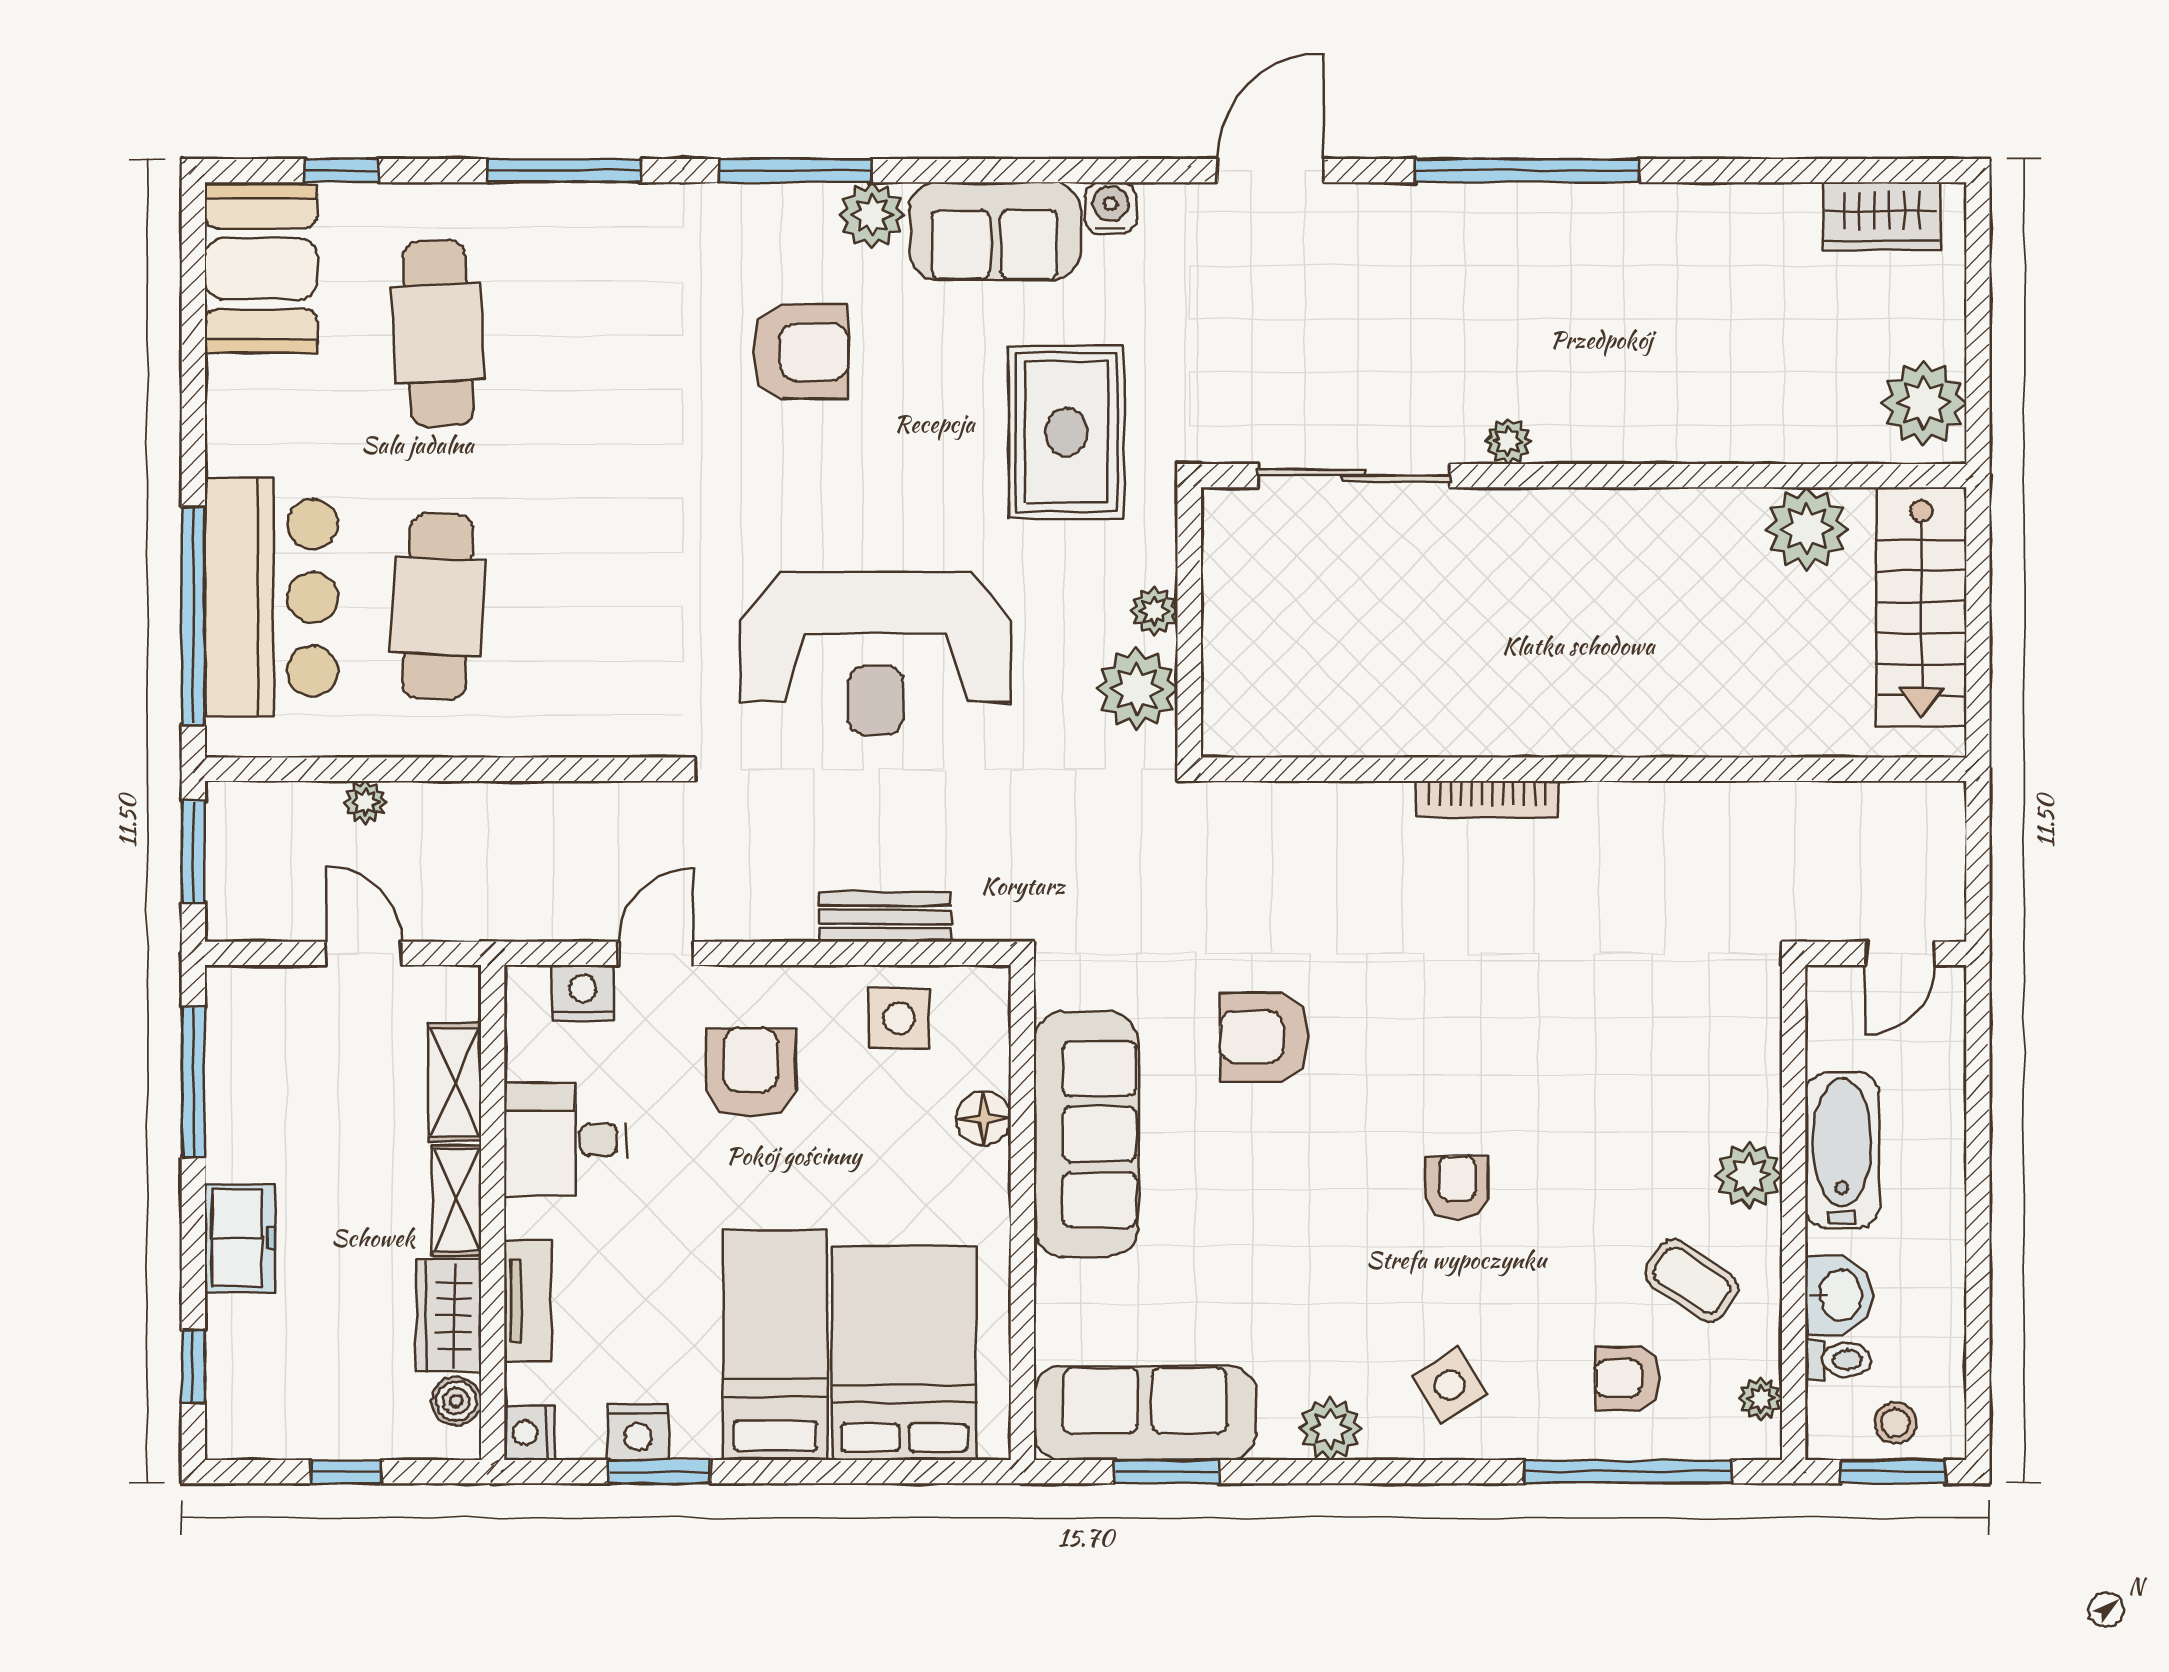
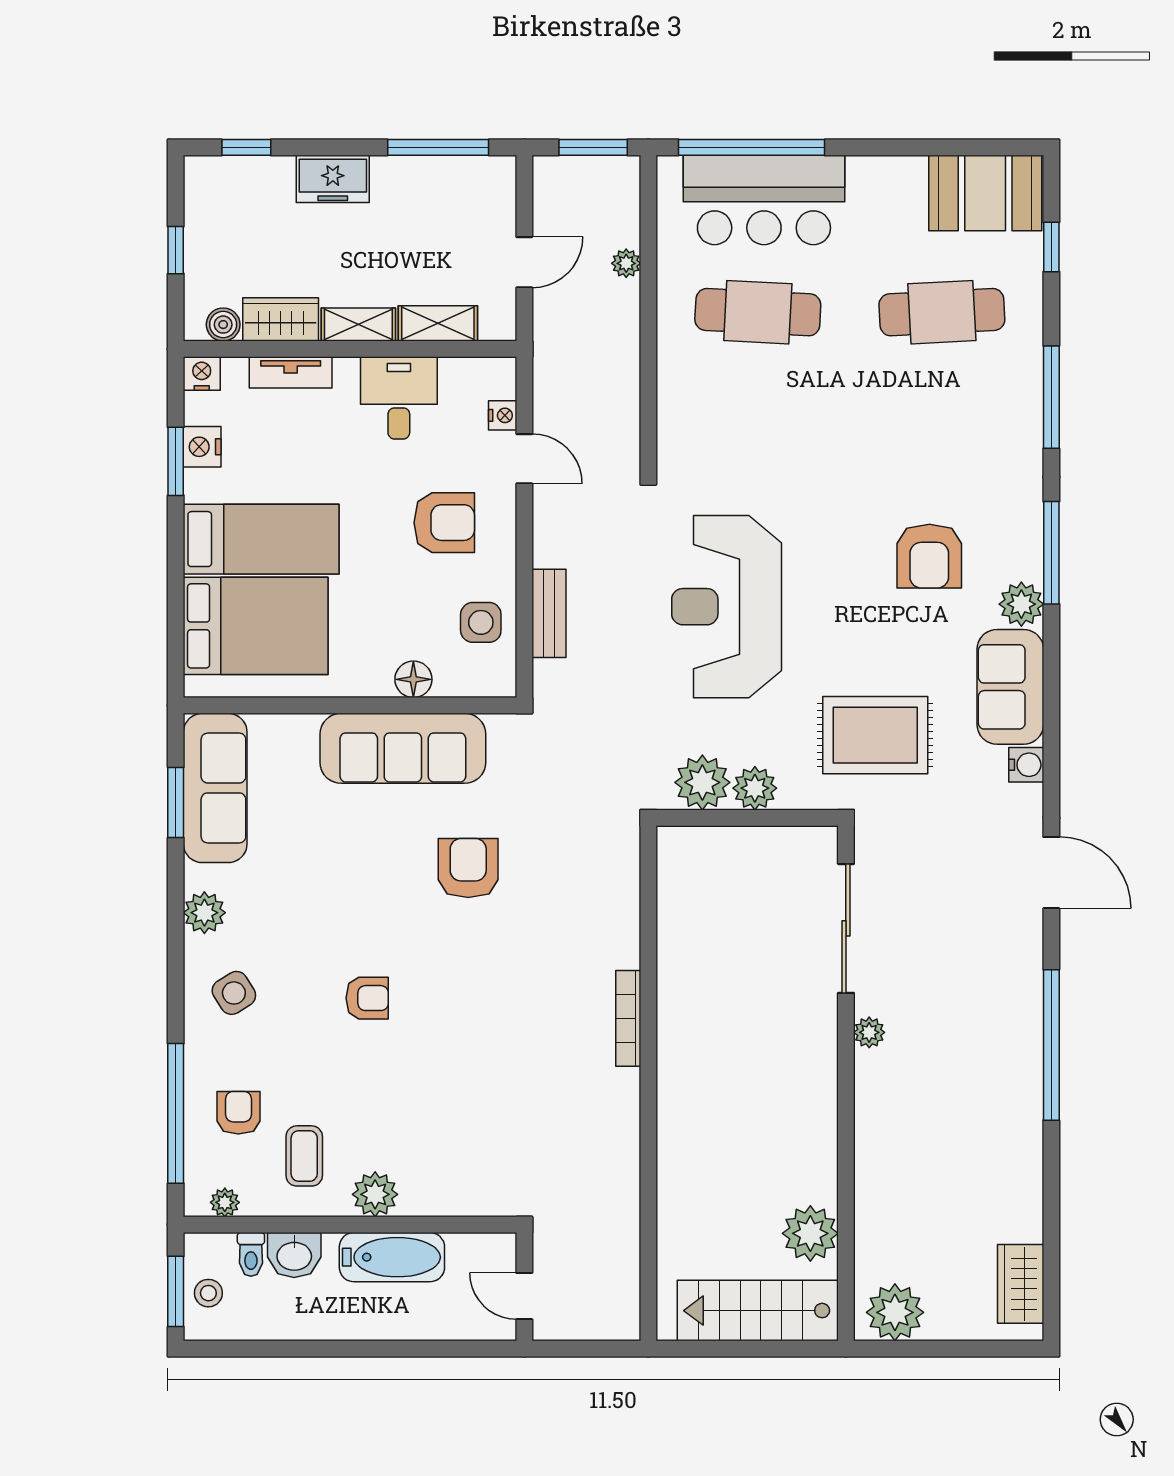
plant: (1154, 611) -> (755, 788), width x1.38, depth x1.38
nightstand: (583, 993) -> (503, 415), width x0.72, depth x0.74
coffee table: (1692, 1281) -> (304, 1156), turned -34

